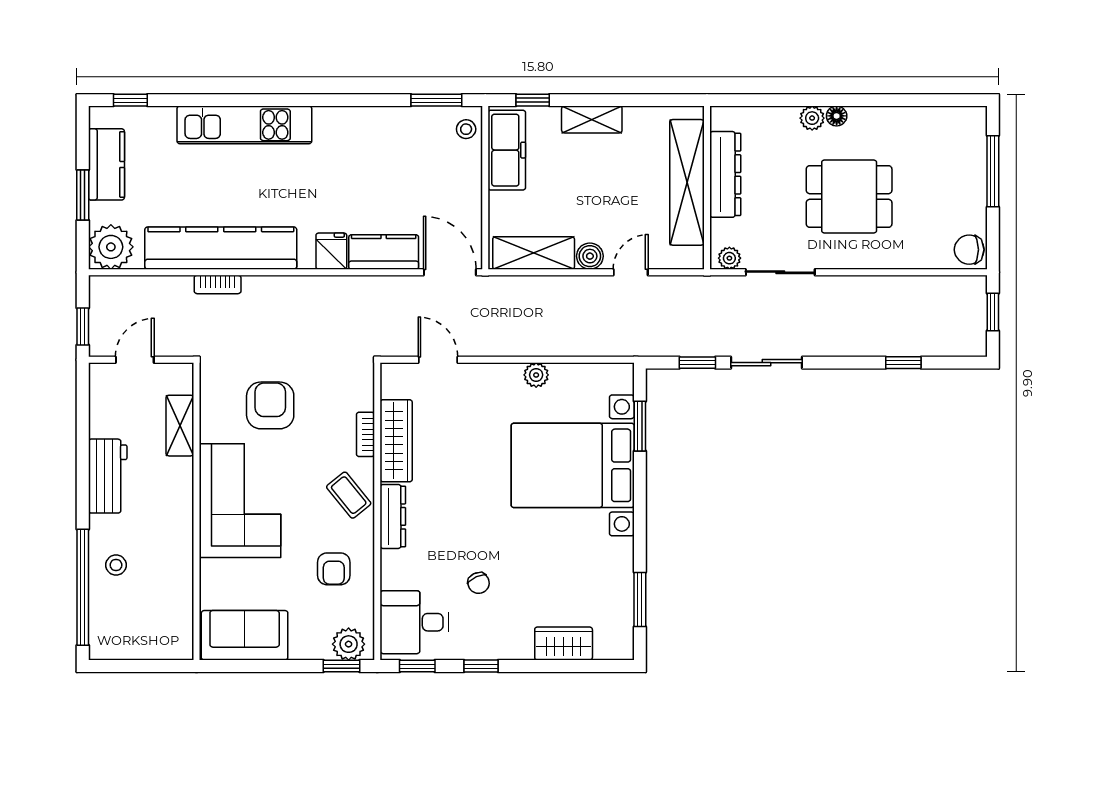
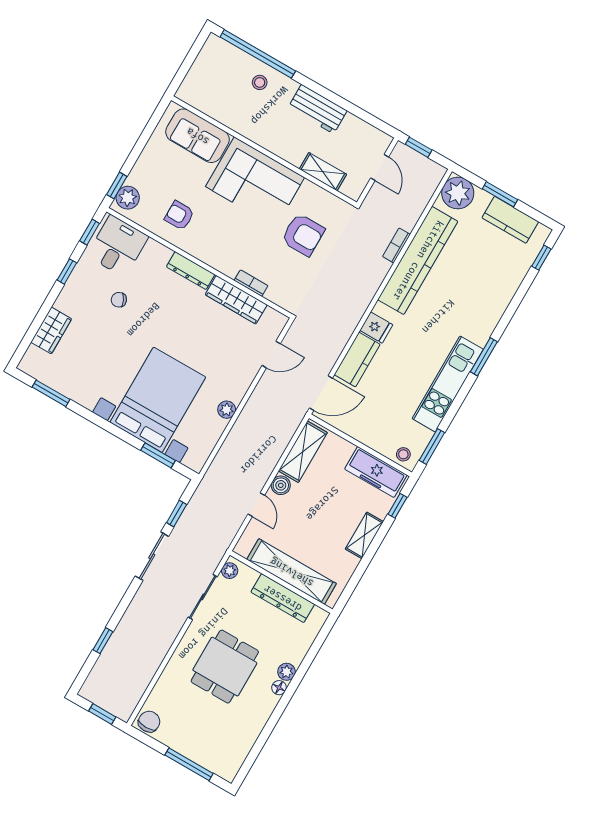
window: (291, 100) -> (484, 357), added
kitchen unit: (244, 125) -> (448, 384), moved
coffee table: (349, 495) -> (220, 251), removed
sofa: (245, 635) -> (198, 136), moved, turned 90

